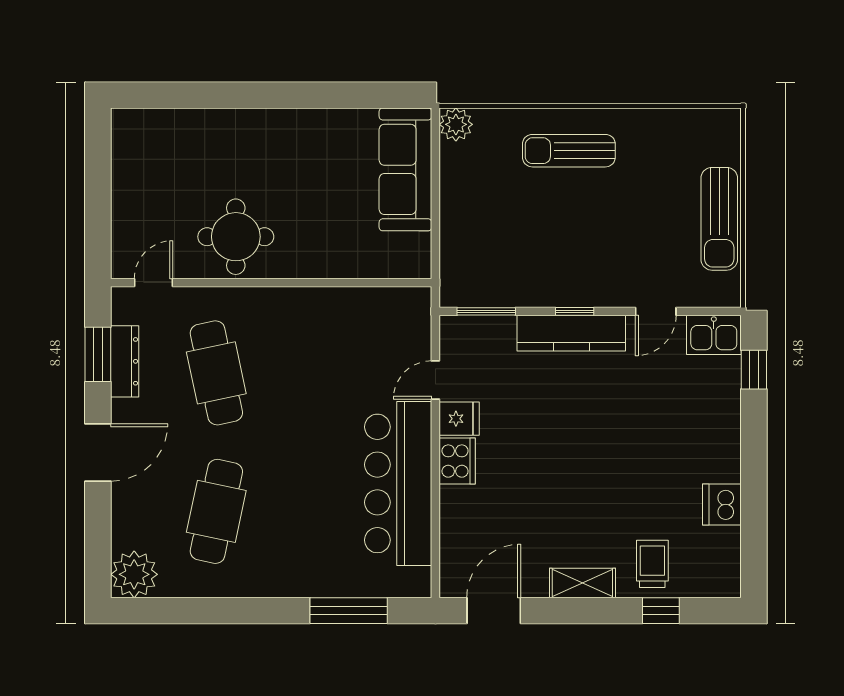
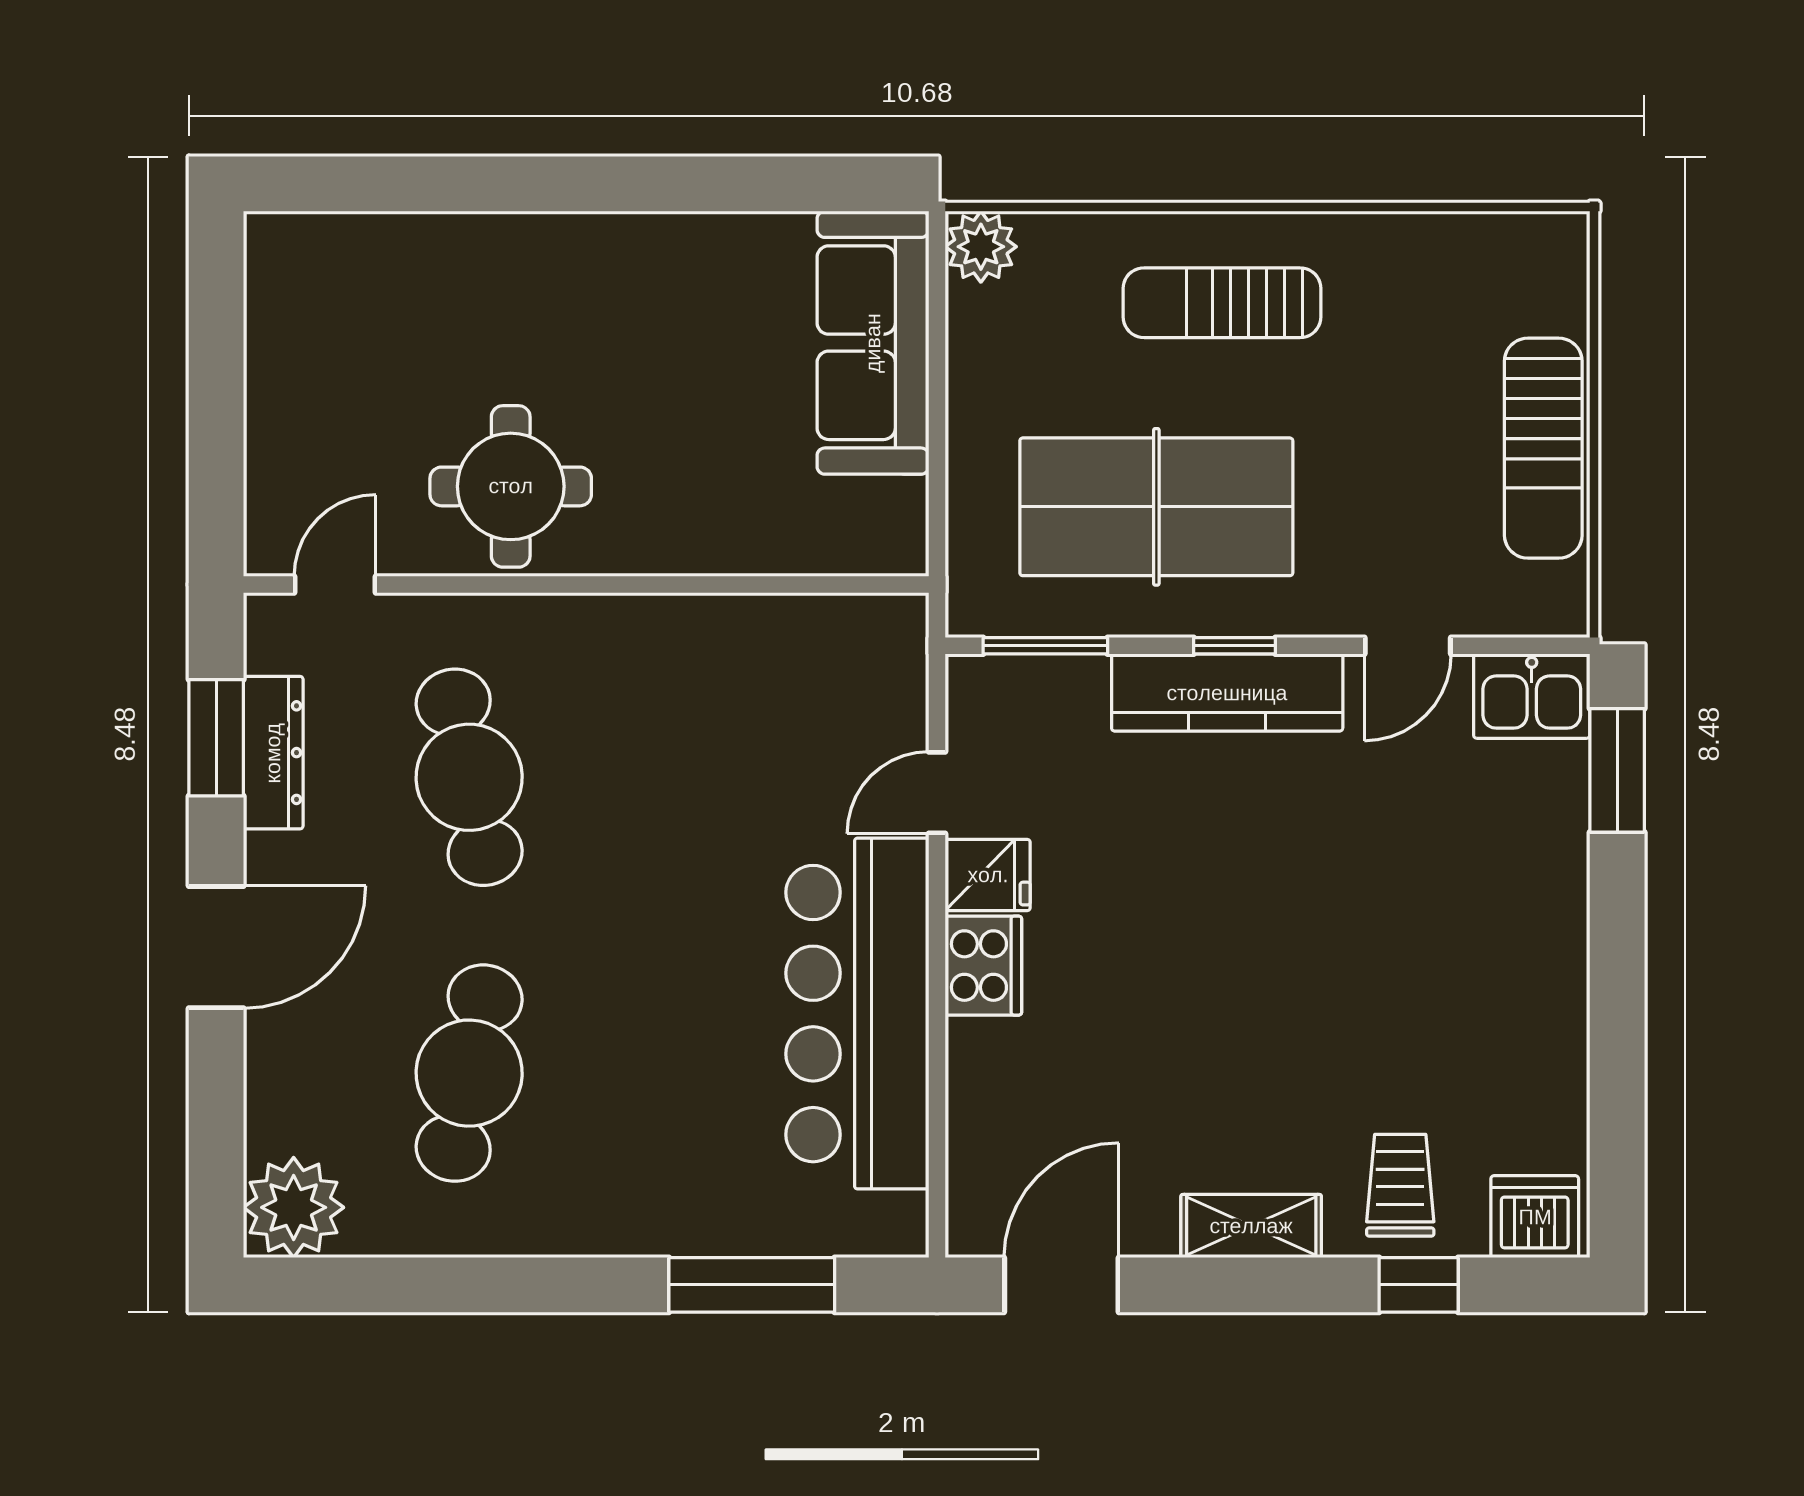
table tennis table: (538, 246) -> (1156, 507), added
window: (754, 370) -> (1617, 770), width x1.50
dishwasher: (722, 504) -> (1535, 1217), moved, turned 90

